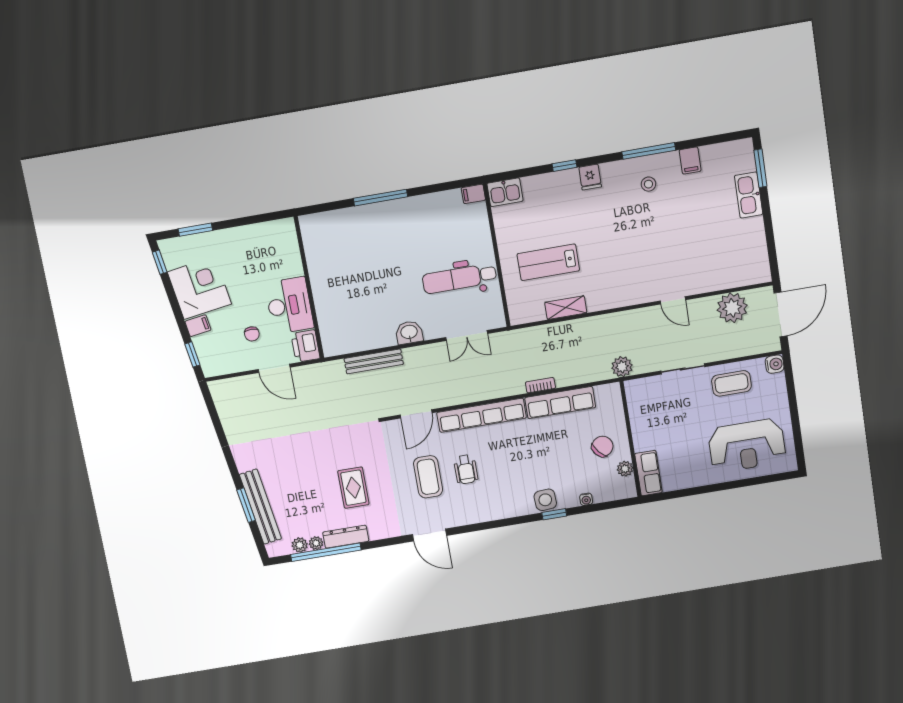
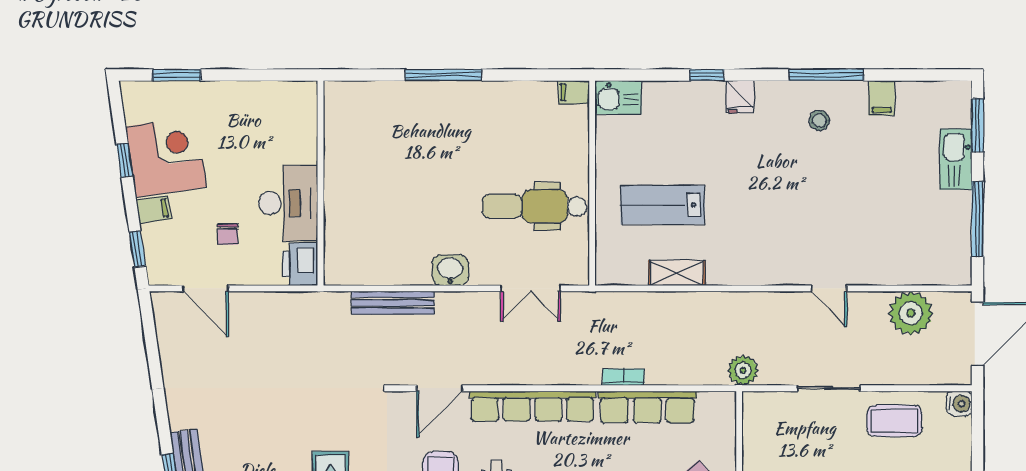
window: (770, 234) -> (978, 219), added
window: (160, 262) -> (125, 160), moved
door: (274, 368) -> (206, 288), moved

